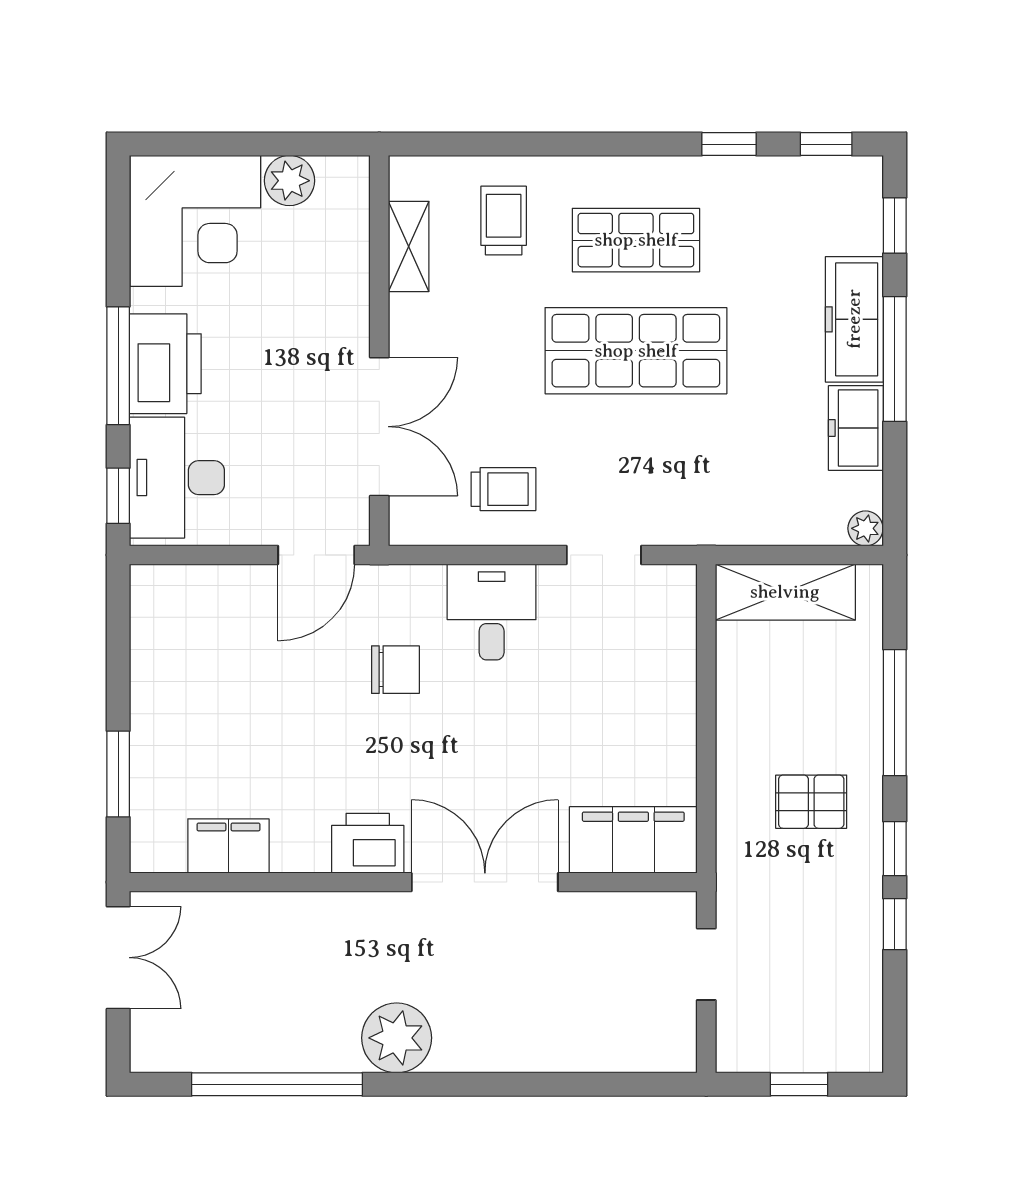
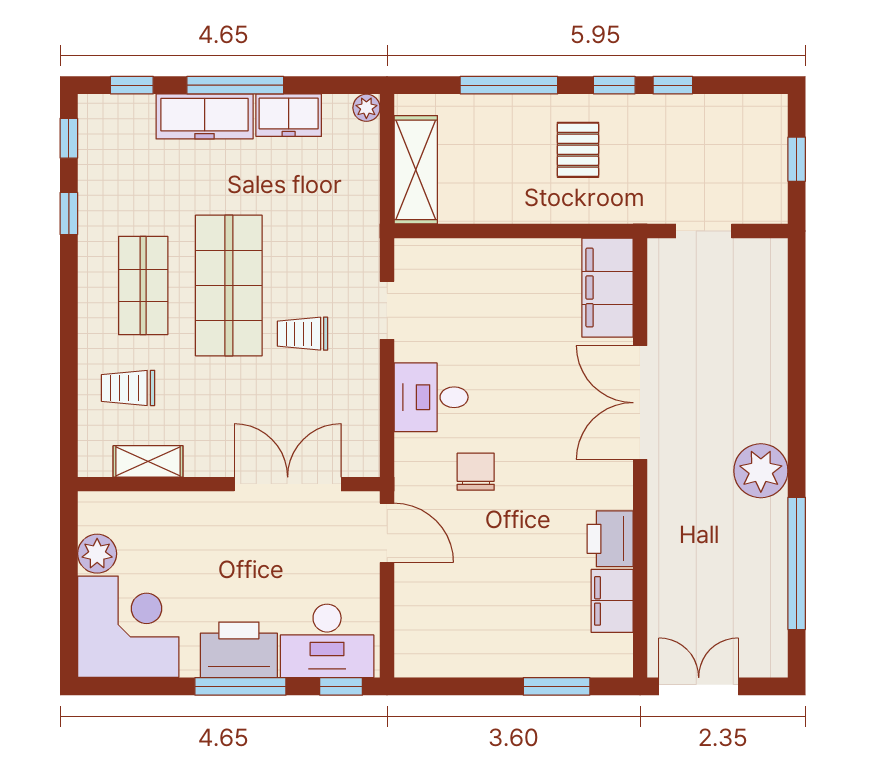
trolley: (503, 489) -> (303, 334), moved, turned -90
printer: (368, 843) -> (610, 539), moved

